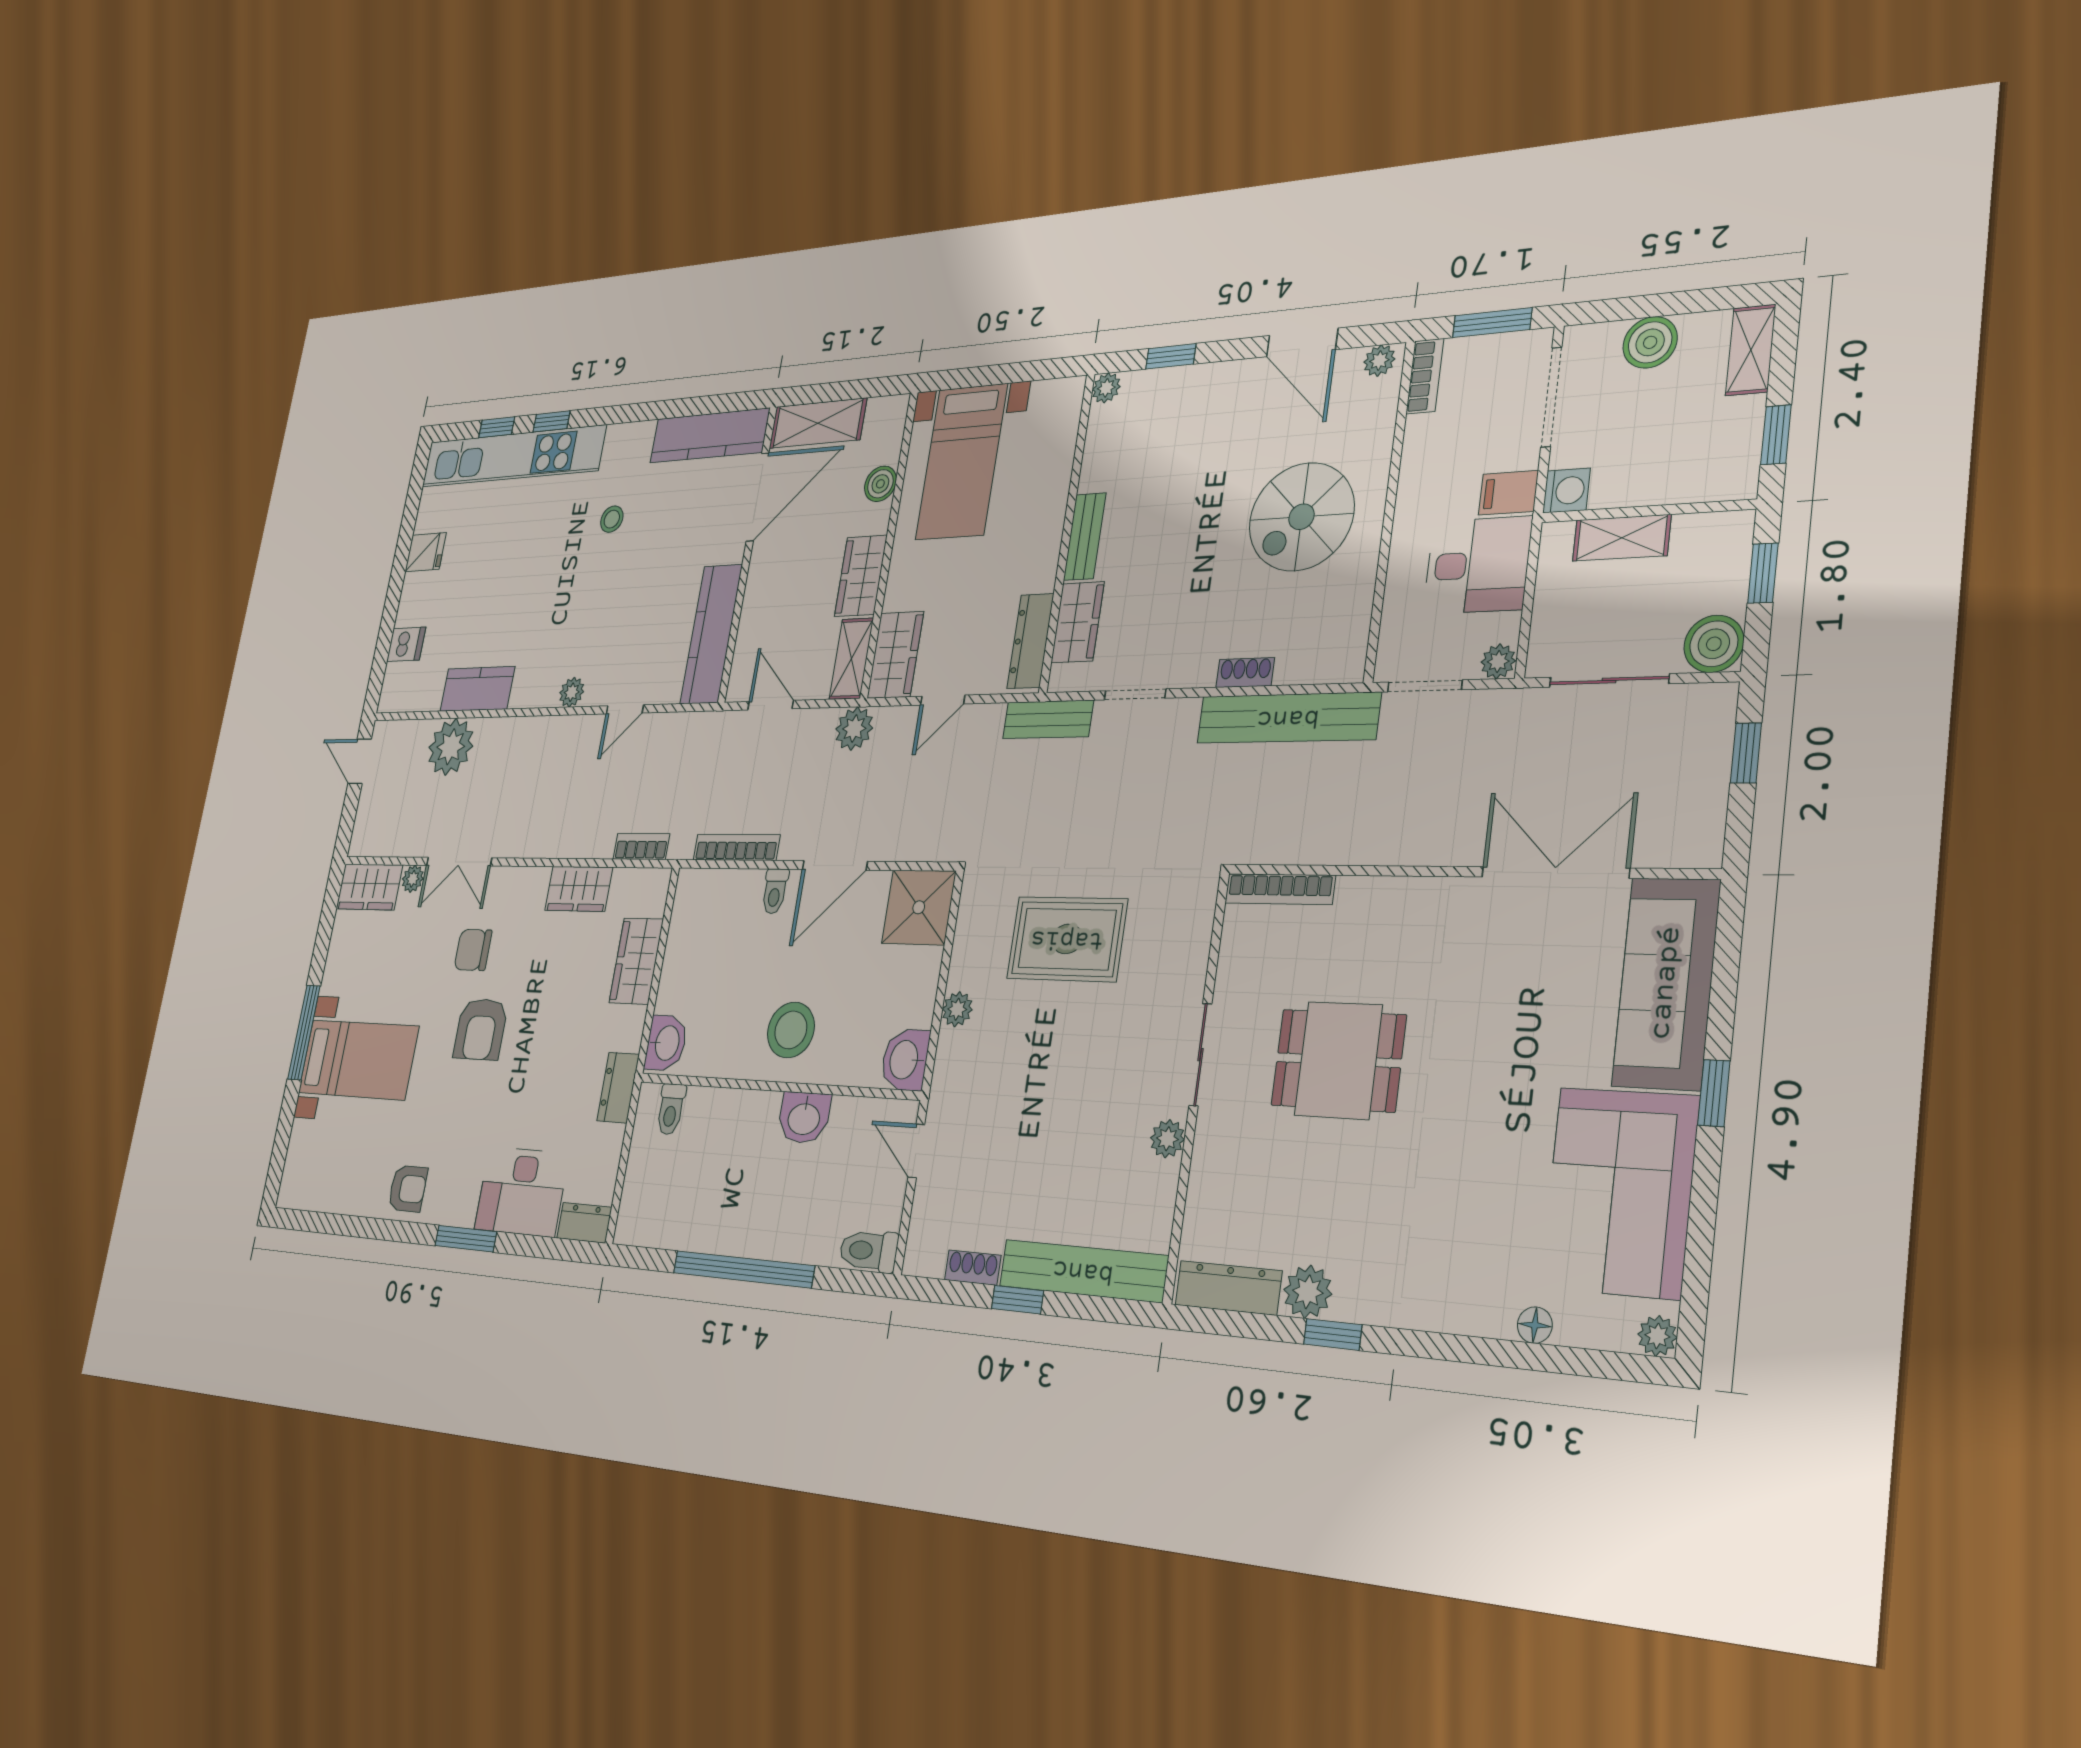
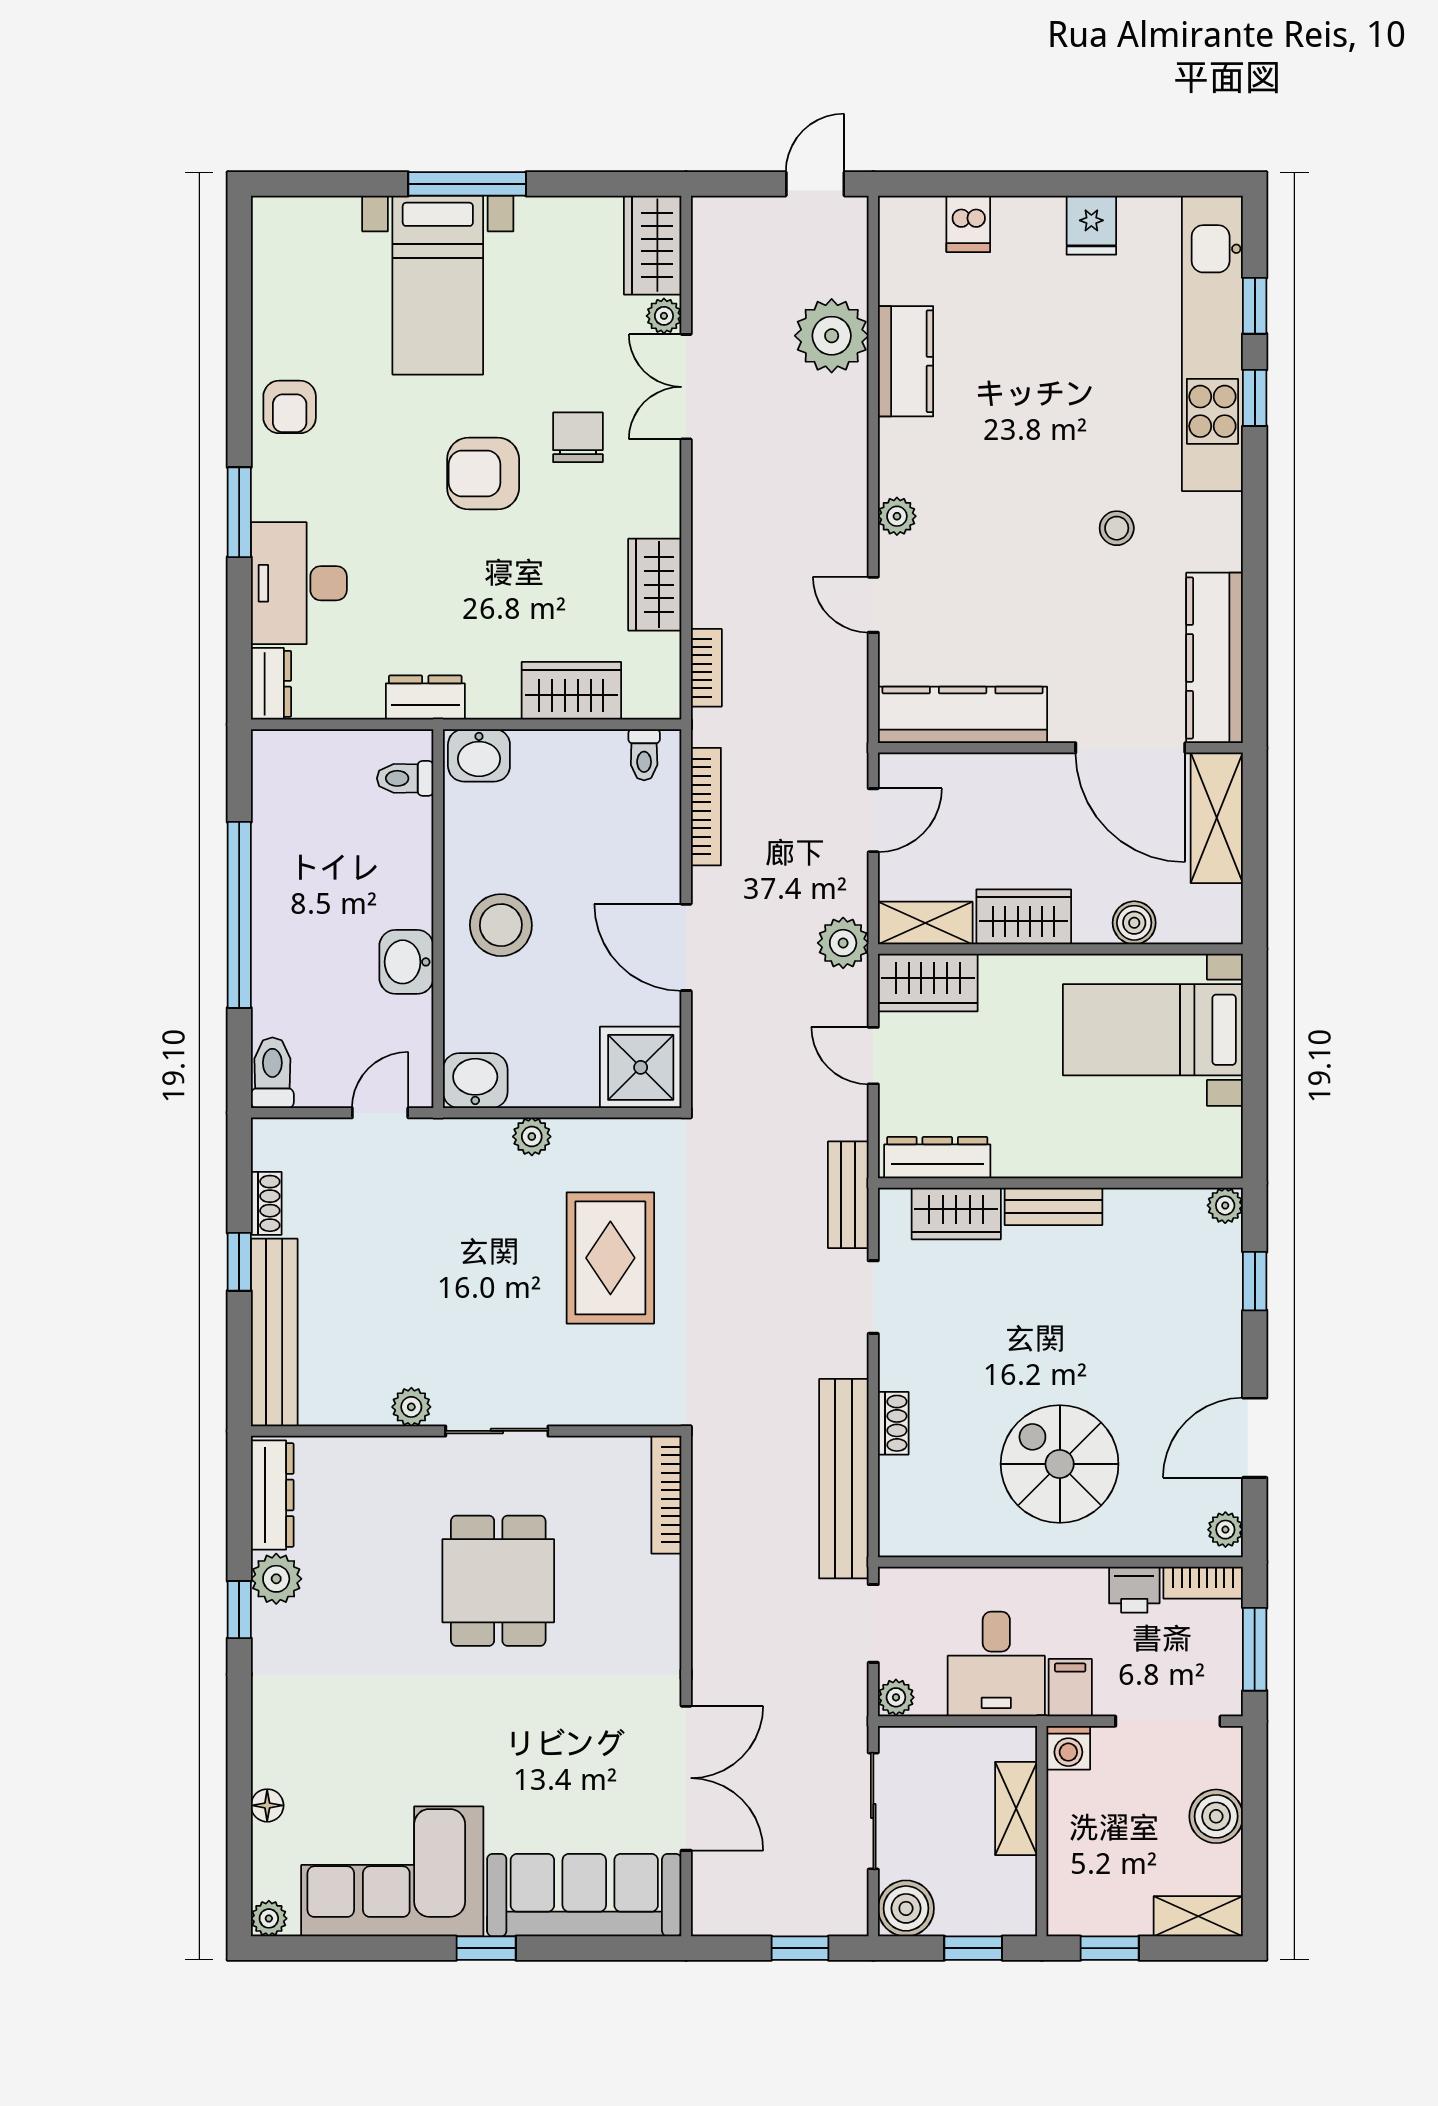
printer: (1423, 439) -> (1134, 1590), added
toilet: (775, 891) -> (644, 755), moved, turned -90

